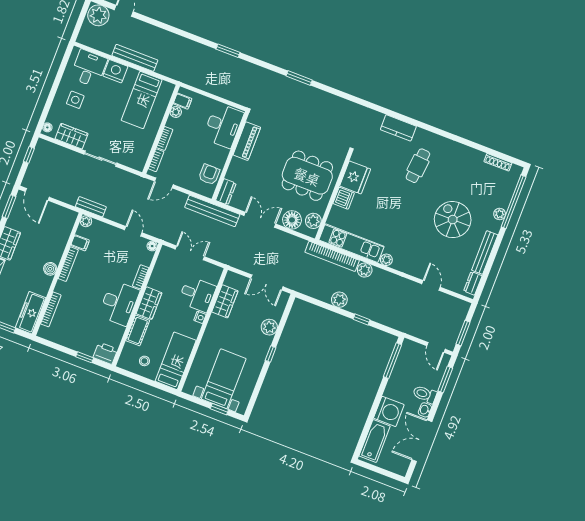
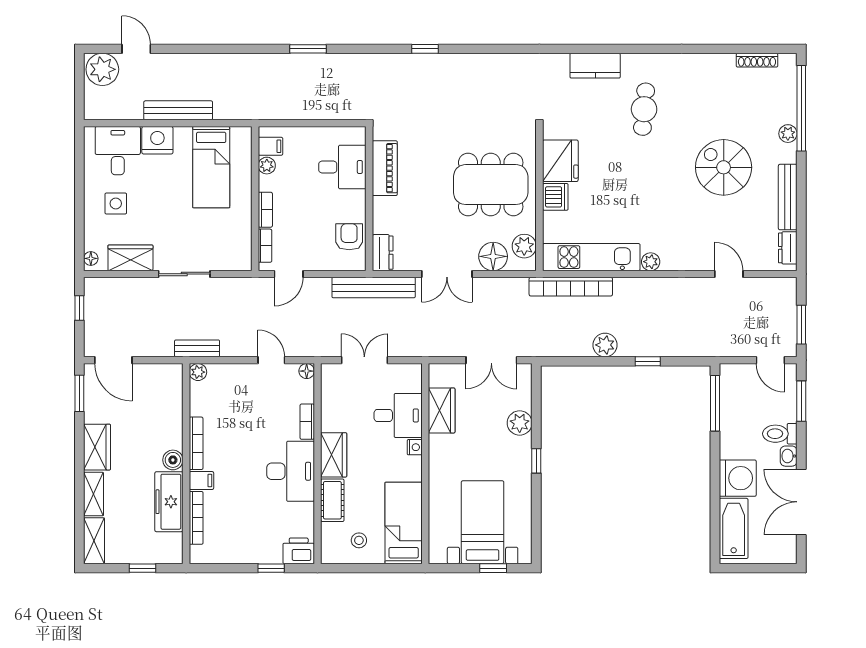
window: (299, 78) -> (425, 49), width x0.67
desk: (223, 126) -> (342, 167), width x0.73
double door: (260, 220) -> (447, 274), swing flipped
filing cabinet: (80, 243) -> (201, 481), moved
plant: (365, 270) -> (625, 288), removed
freezer: (31, 313) -> (169, 502), moved

